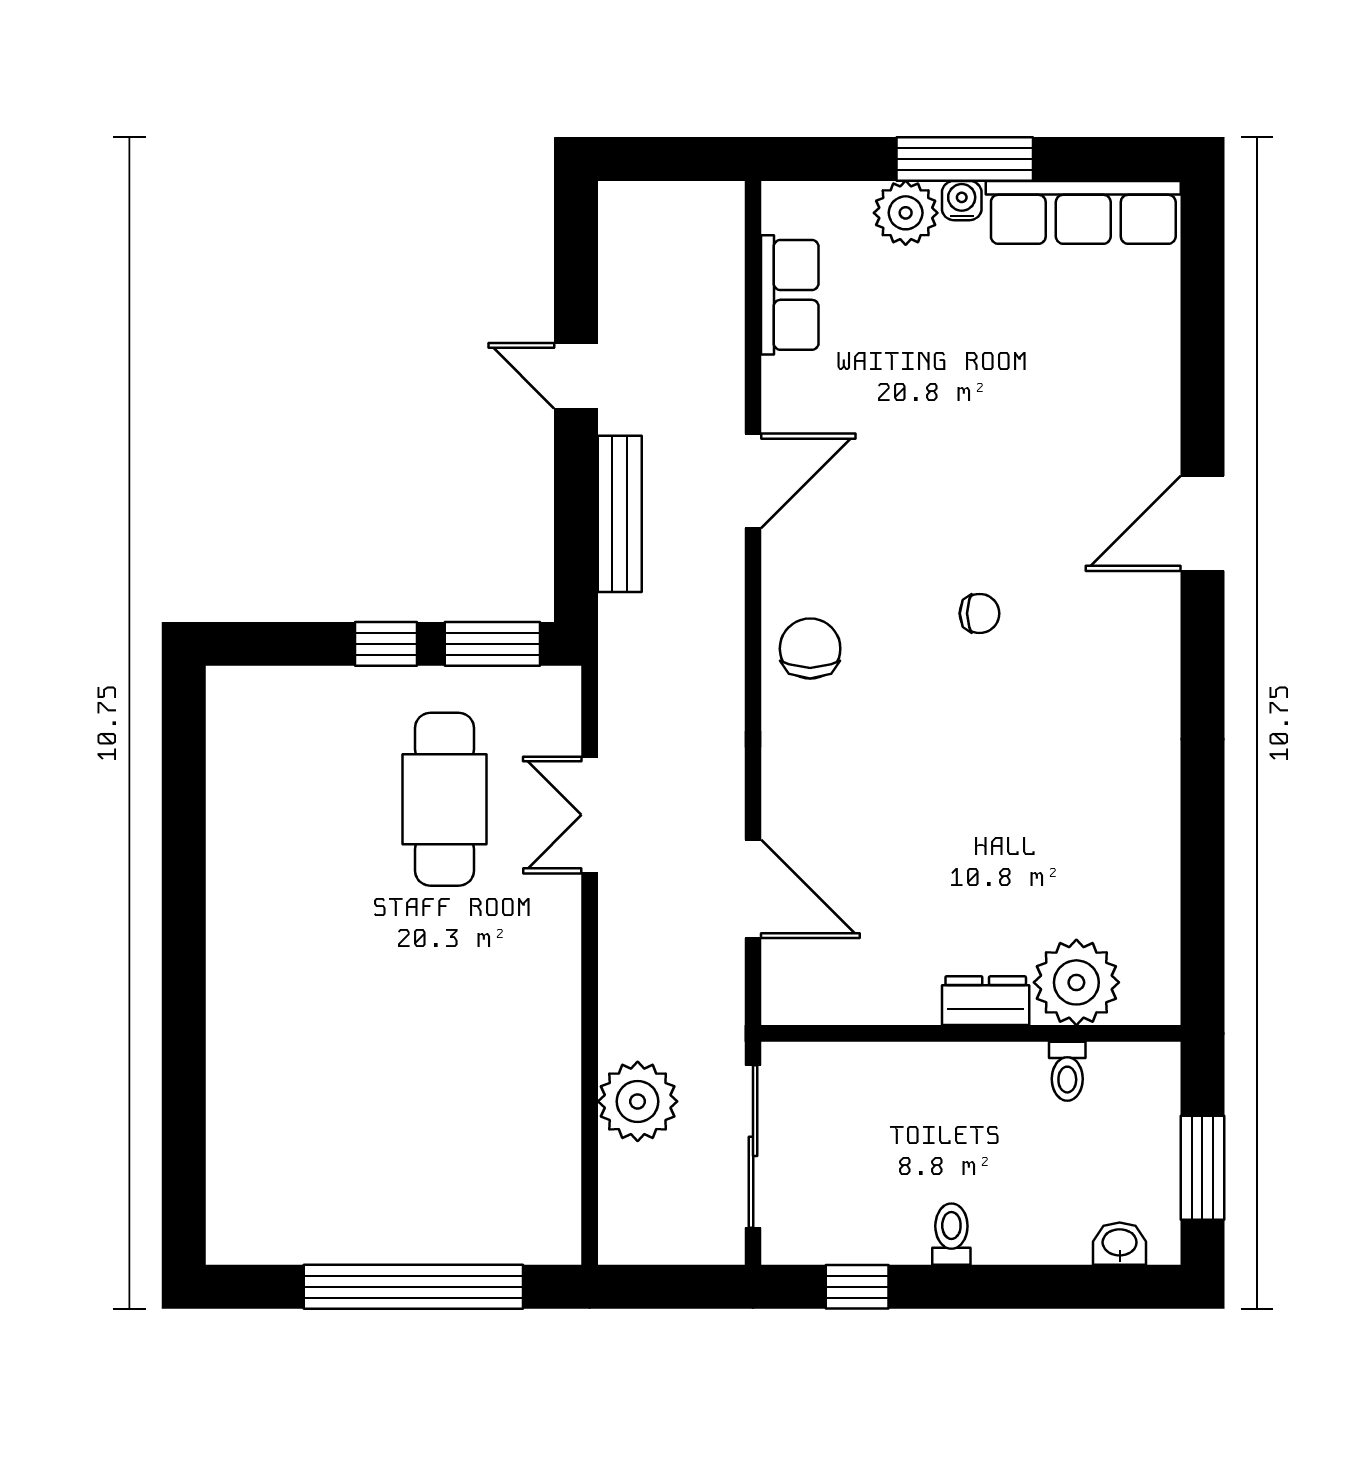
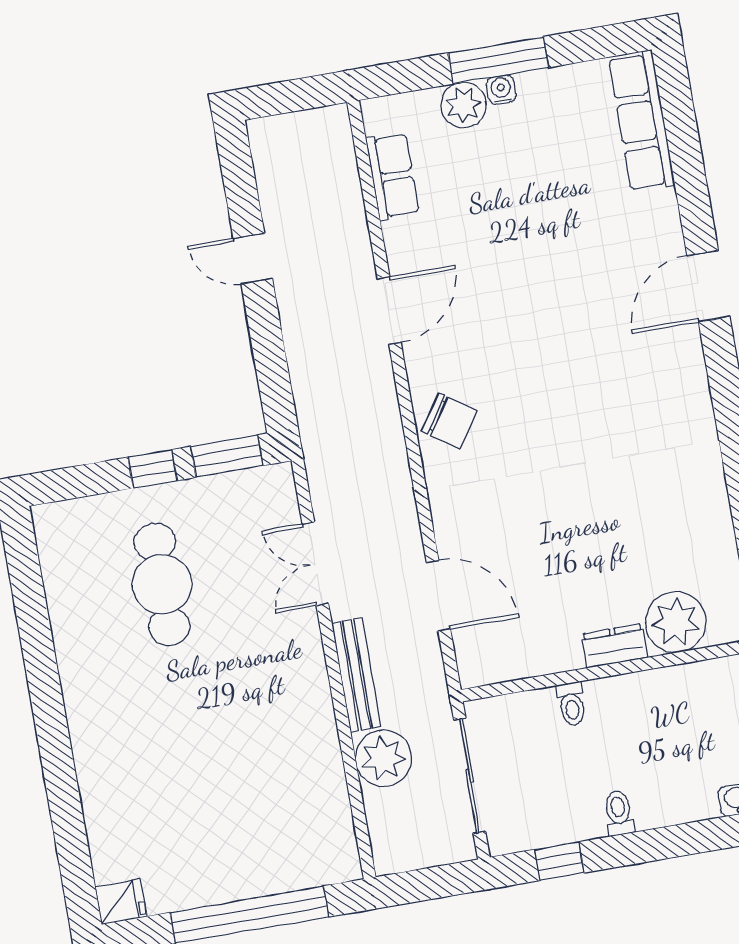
row of seats: (1083, 212) -> (642, 121), moved, turned 90
bench: (620, 514) -> (356, 675), moved
chair: (979, 613) -> (563, 376), removed
chair: (810, 649) -> (449, 421), turned 124
cafe table: (444, 799) -> (162, 584), moved
toilet: (1067, 1071) -> (572, 704), moved
fridge: (238, 1238) -> (121, 902), added

